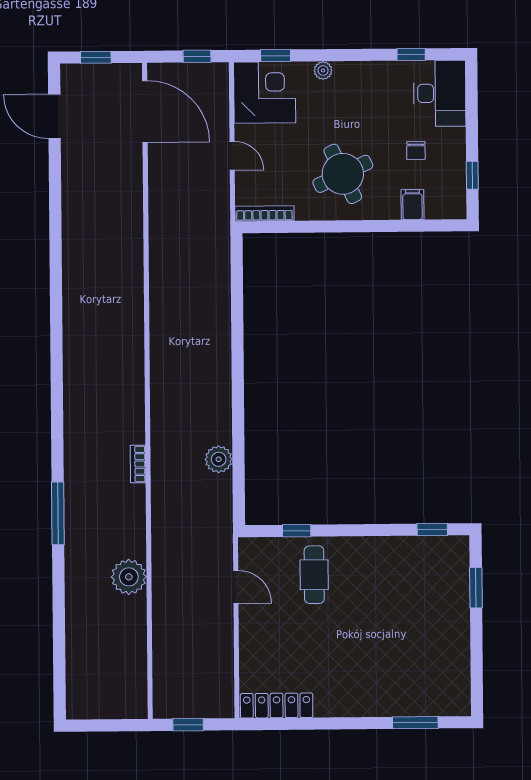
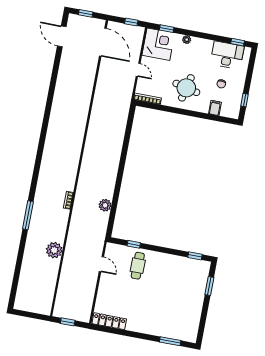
window: (411, 54) -> (238, 42), moved
desk: (440, 93) -> (227, 55), moved, turned -90
round table: (343, 174) -> (186, 88), turned 38

